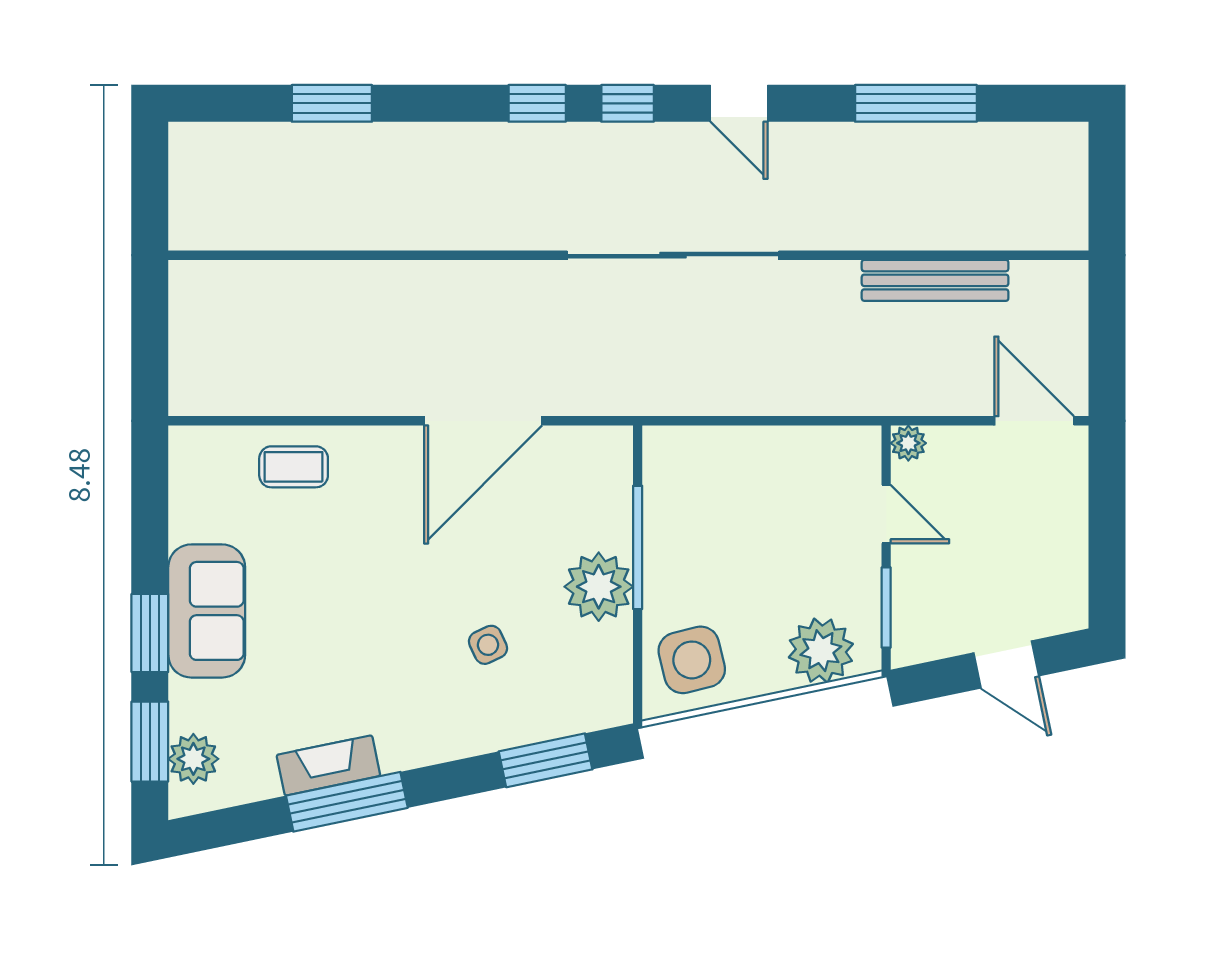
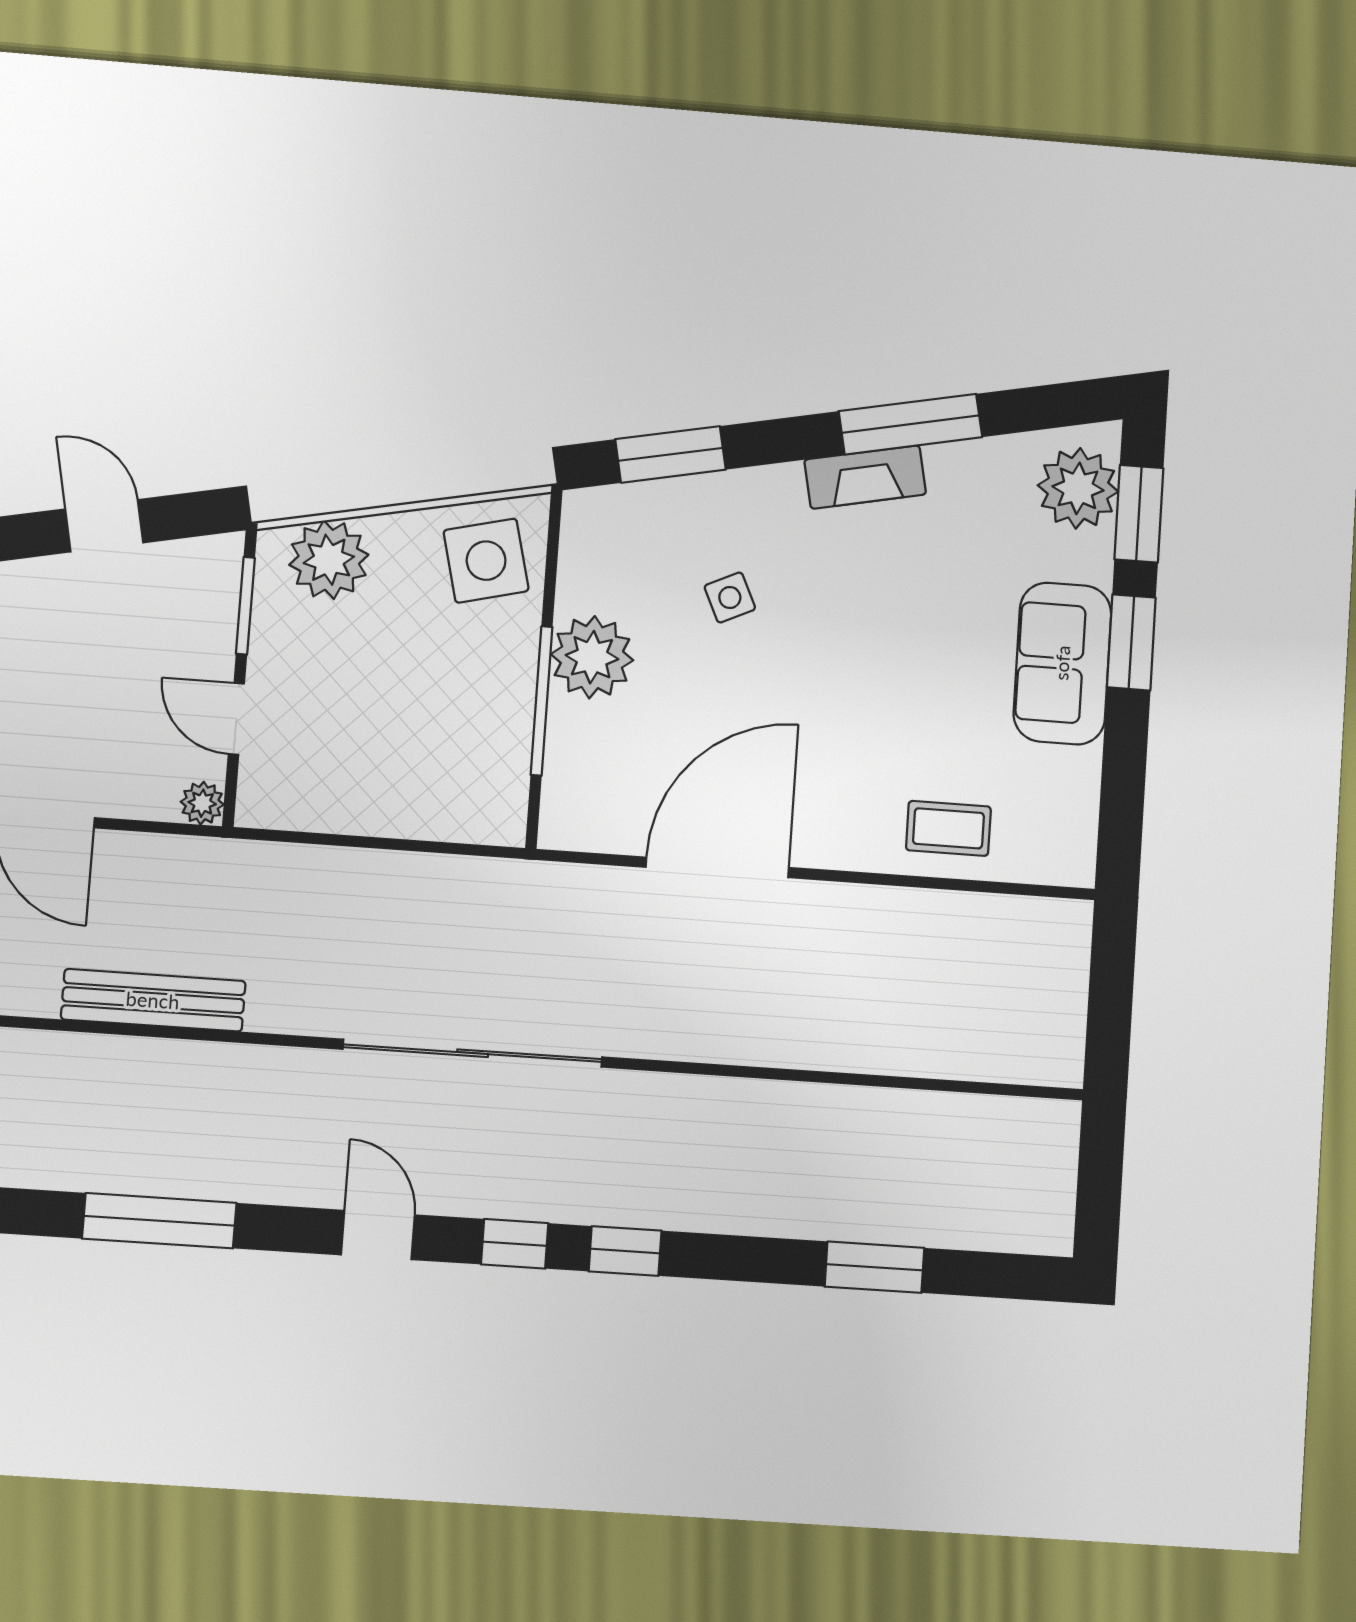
plant: (193, 759) -> (1078, 488), width x1.36, depth x1.36
fireplace: (328, 765) -> (865, 477), moved

